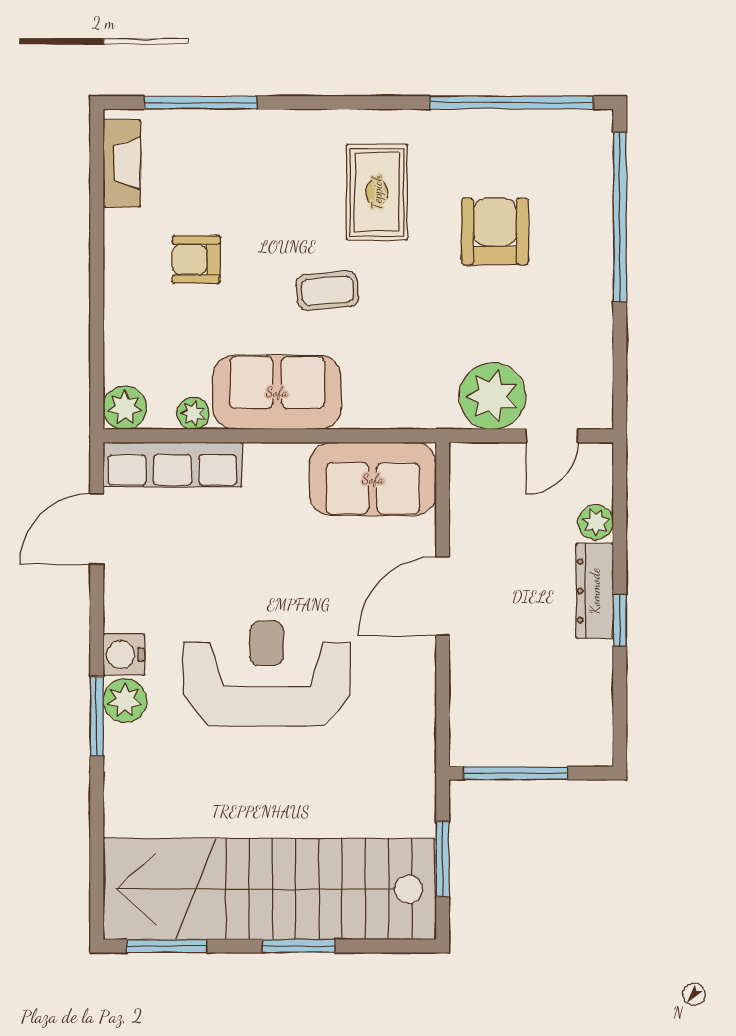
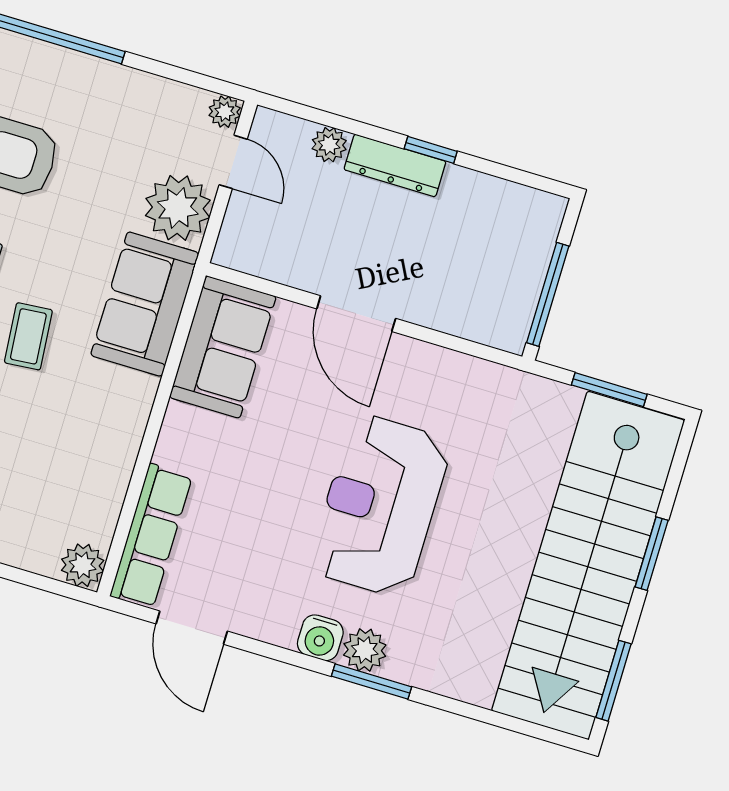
sofa: (277, 392) -> (145, 304), moved
plant: (193, 413) -> (225, 112), moved

